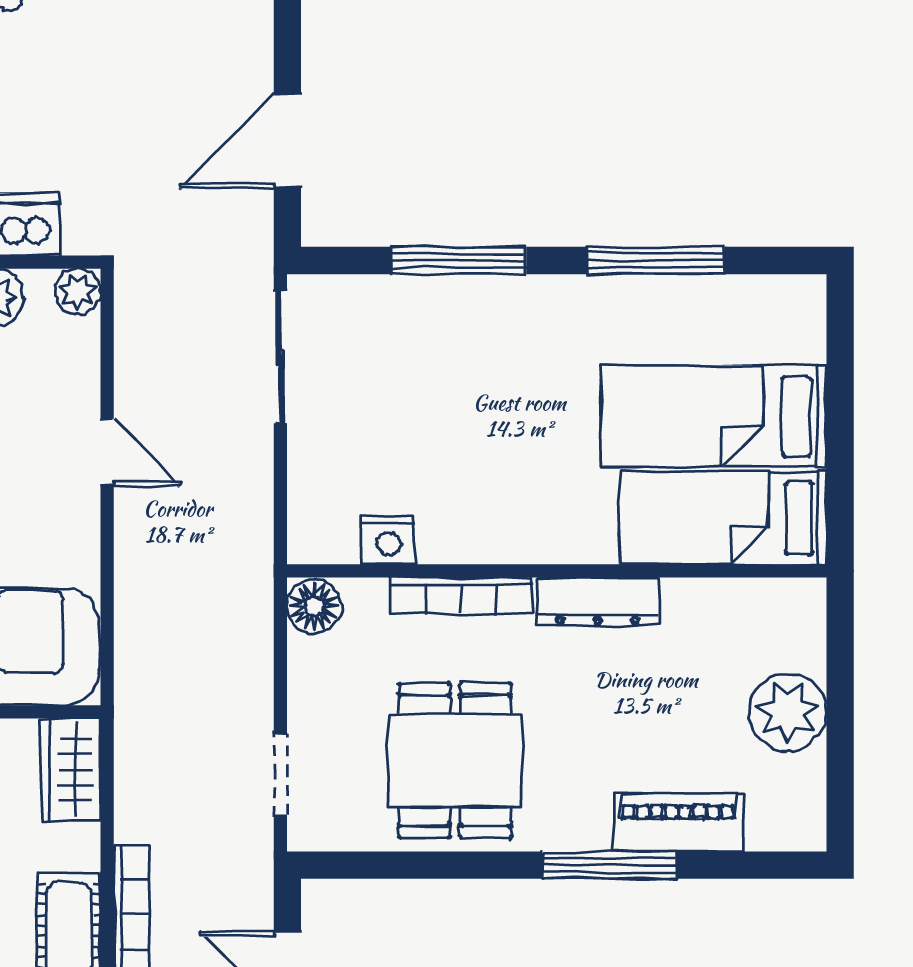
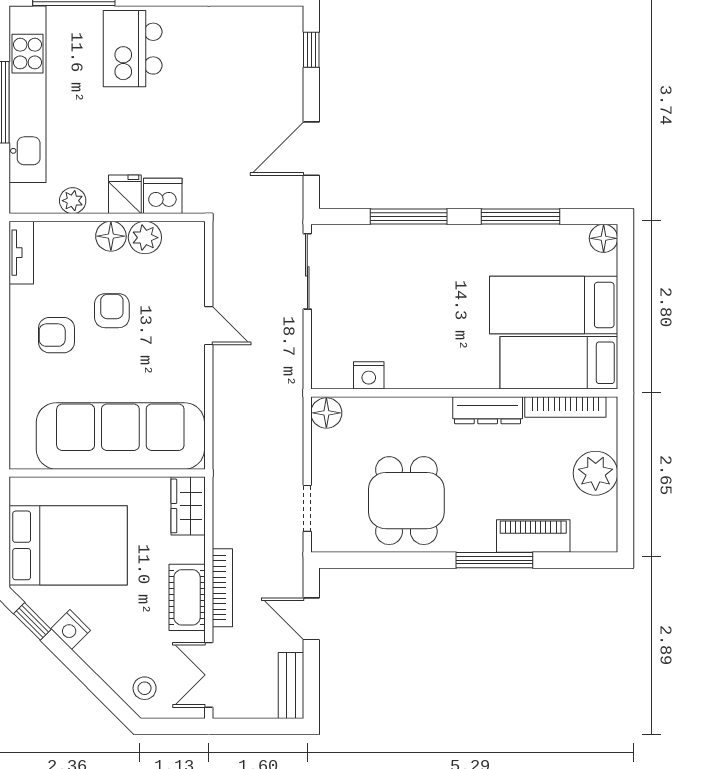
plant: (78, 292) -> (192, 234), removed
floor lamp: (802, 299) -> (604, 238), added
bookcase: (461, 596) -> (565, 407), moved

